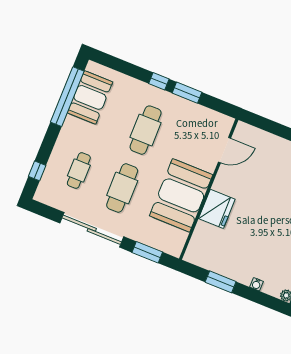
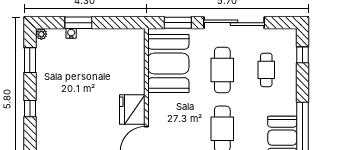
booth: (181, 195) -> (168, 63), moved
fridge: (217, 209) -> (132, 109), moved
window: (221, 282) -> (78, 23), moved

